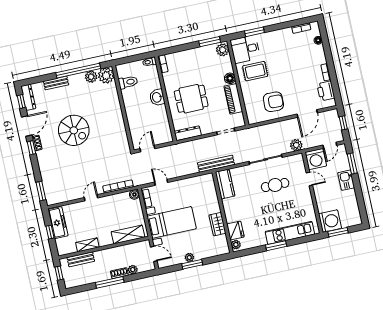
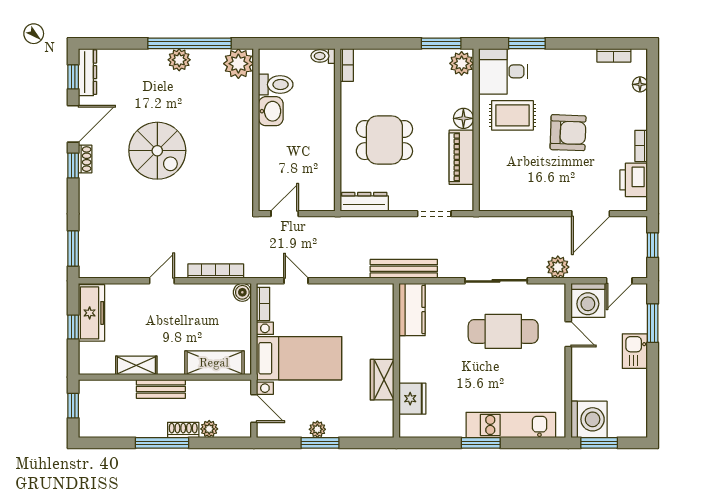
plant: (91, 77) -> (179, 60), moved
bench: (56, 83) -> (144, 57), removed
washbasin: (157, 97) -> (271, 111), moved, turned 180
armchair: (273, 102) -> (568, 133), moved
cafe table: (275, 185) -> (503, 331), width x1.37, depth x1.35
plant: (236, 245) -> (408, 425), removed
bench: (81, 259) -> (161, 389), moved

